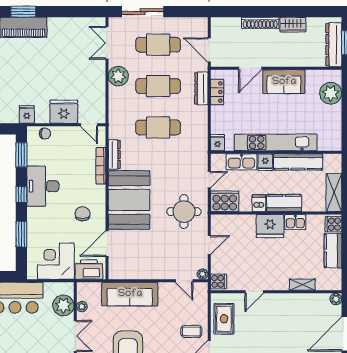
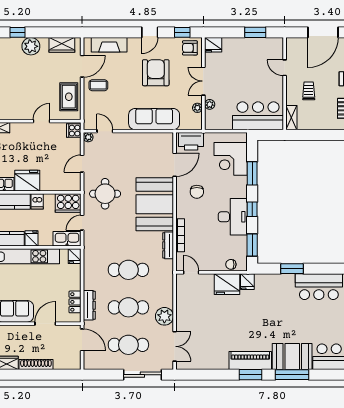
fridge: (64, 112) -> (227, 284), moved
kitchen sink: (242, 162) -> (67, 239), moved
corner desk: (56, 261) -> (231, 159), moved, turned 90
plant: (63, 305) -> (210, 104), width x0.53, depth x0.53

